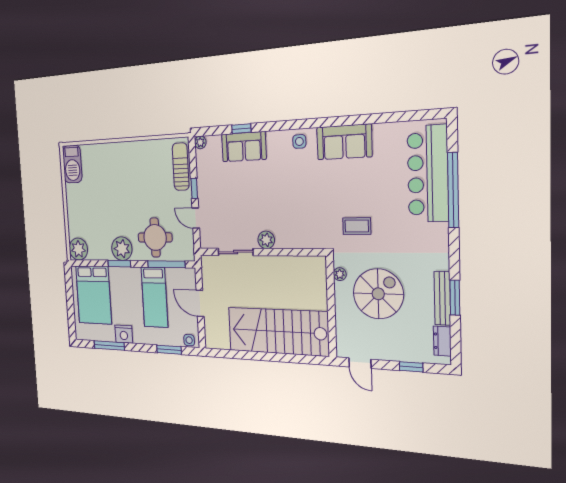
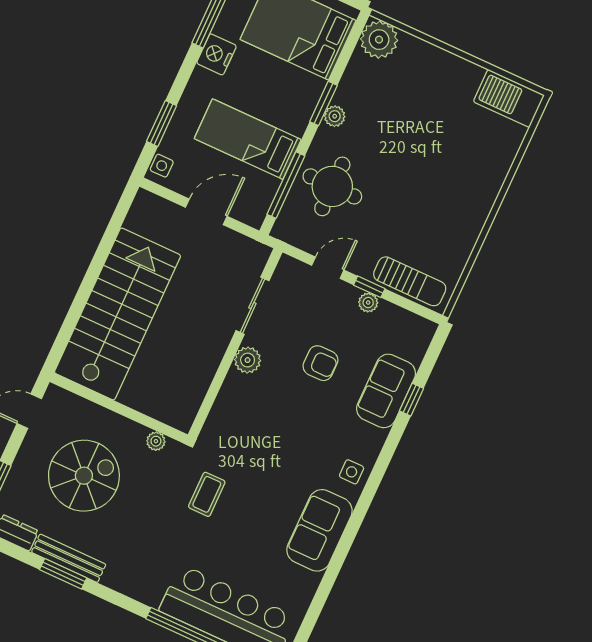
plant: (200, 142) -> (368, 303), moved
armchair: (247, 195) -> (320, 363), added
plant: (122, 249) -> (335, 116), width x0.53, depth x0.53
spiral stairs: (378, 294) -> (84, 476), moved, turned -90

